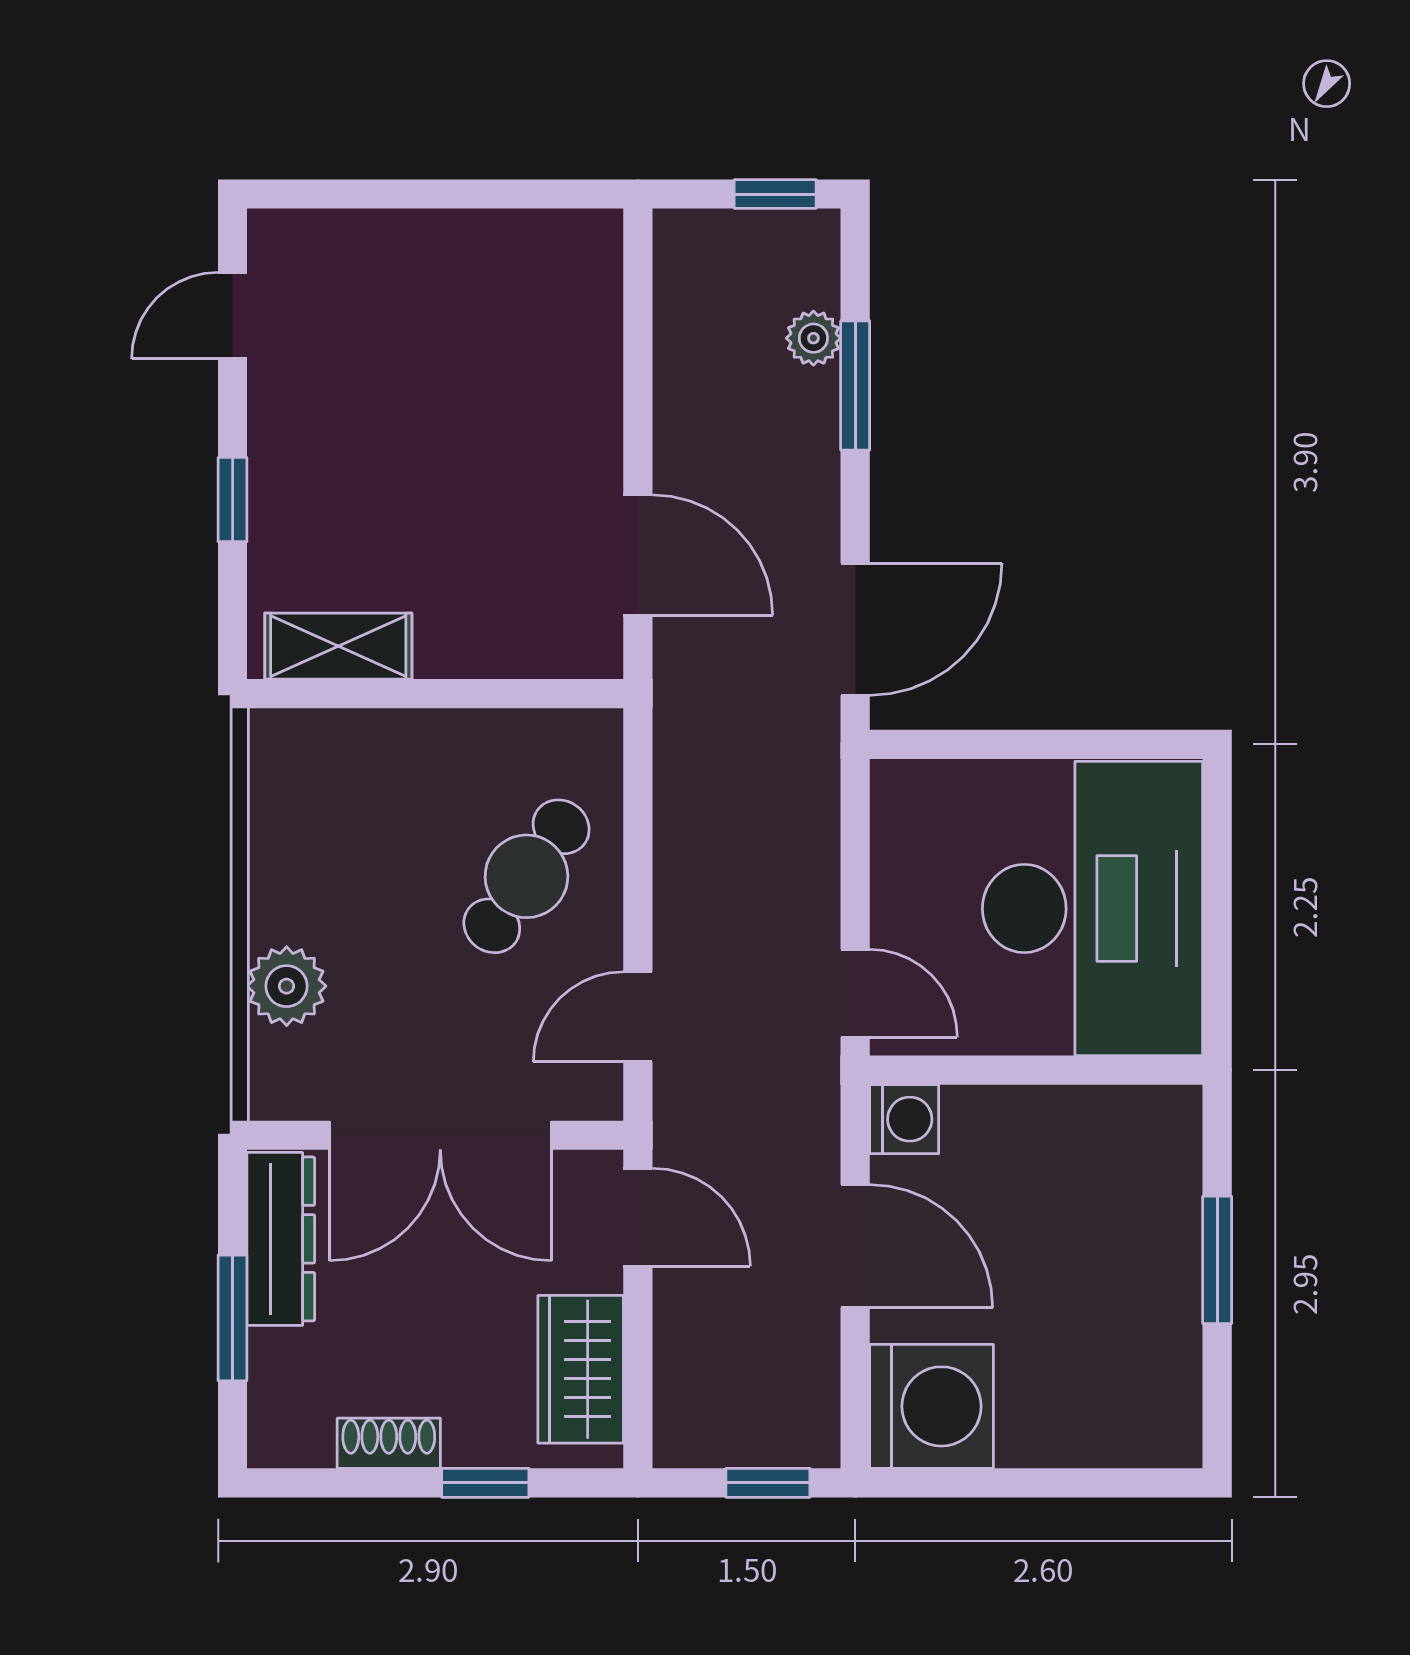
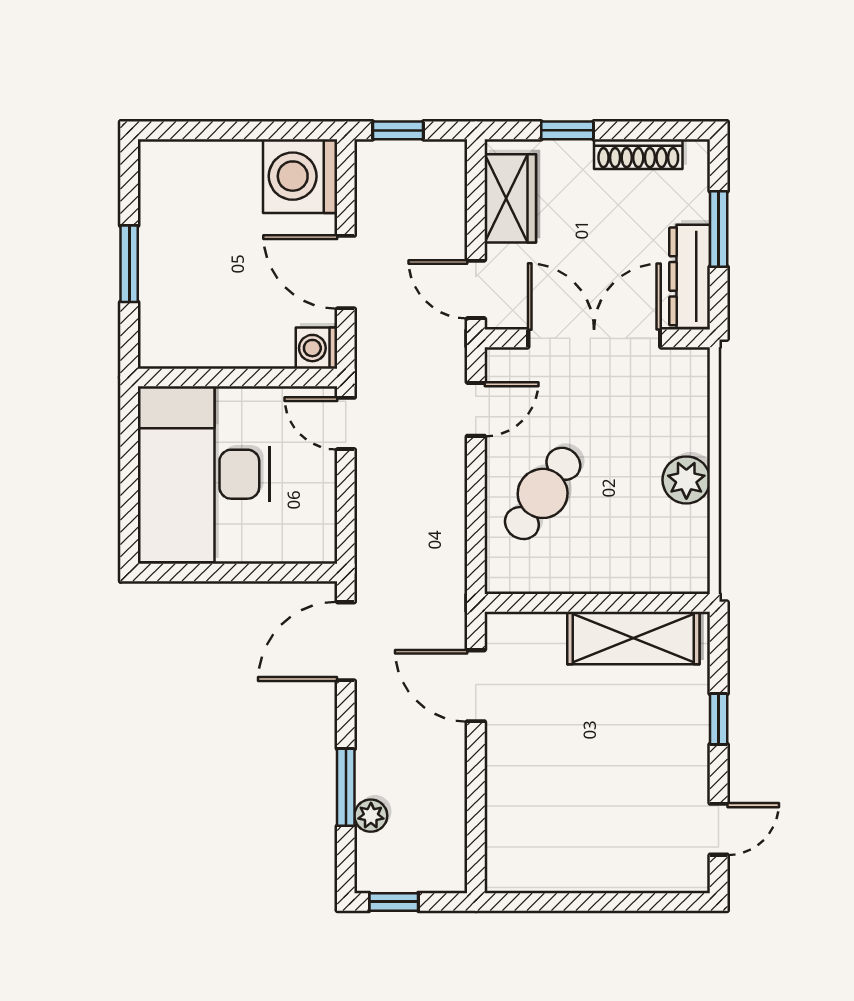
shelving: (338, 646) -> (633, 638), width x1.50, depth x1.33
plant: (287, 986) -> (686, 480), moved
shoe rack: (389, 1443) -> (638, 154), width x1.43

